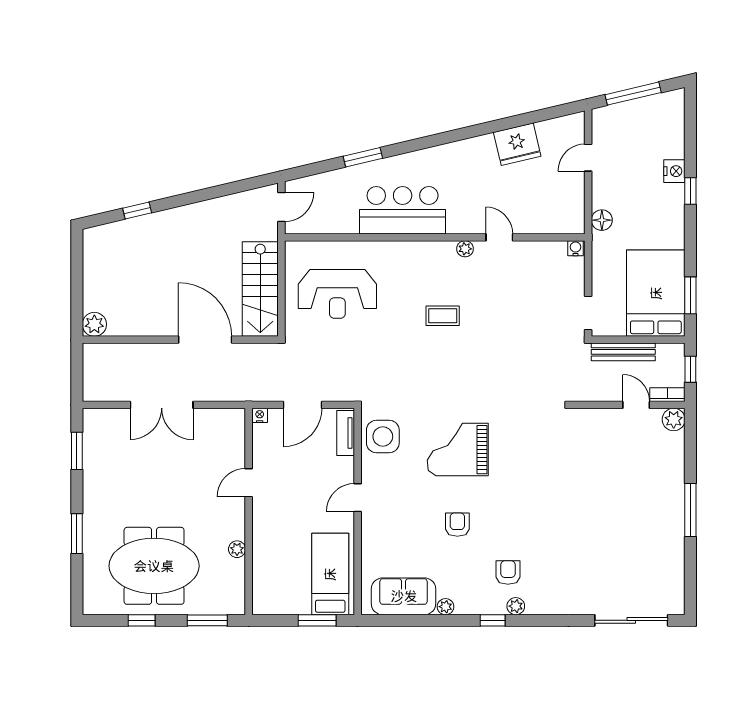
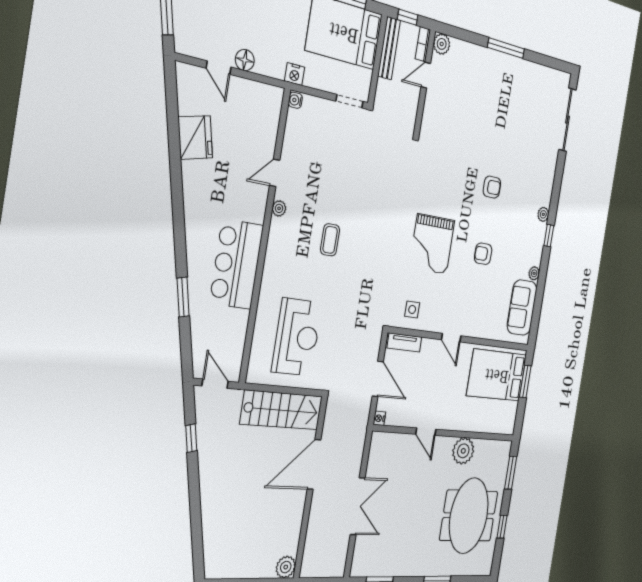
window: (137, 211) -> (191, 438), moved
floor lamp: (602, 220) -> (245, 60), moved
nightstand: (601, 243) -> (295, 74), added
bench: (623, 352) -> (389, 48), moved
side table: (383, 437) -> (412, 309), width x0.54, depth x0.54
plant: (237, 549) -> (463, 451), width x1.87, depth x1.87
armchair: (508, 572) -> (492, 187), moved, turned 180
bed: (330, 574) -> (497, 375), width x1.50

